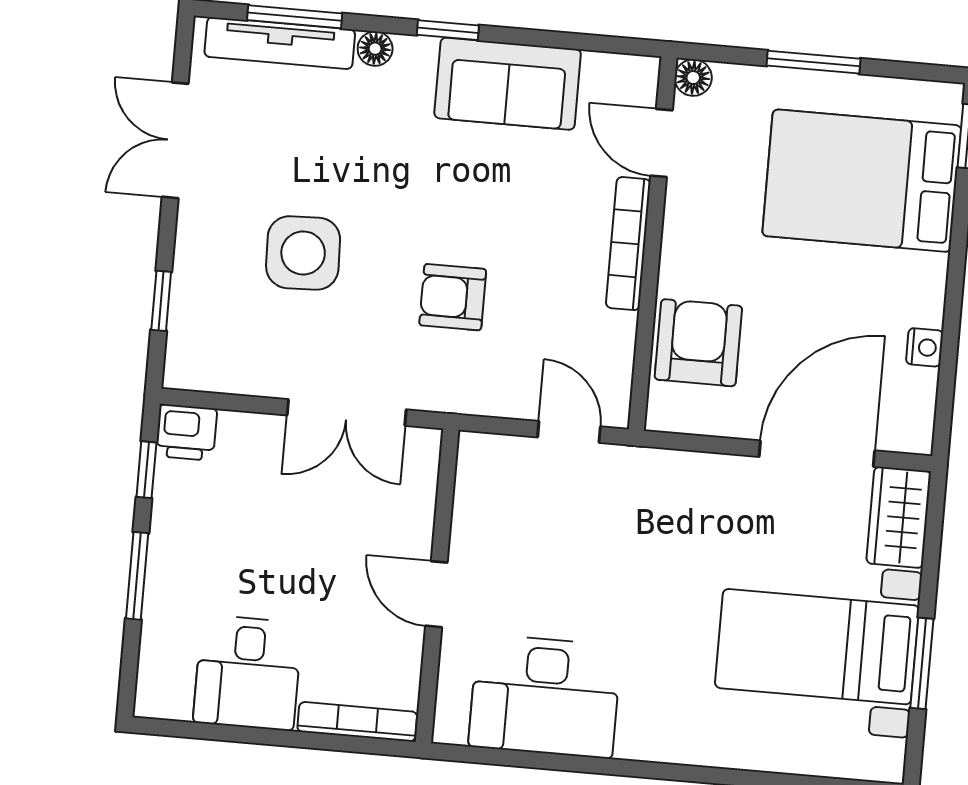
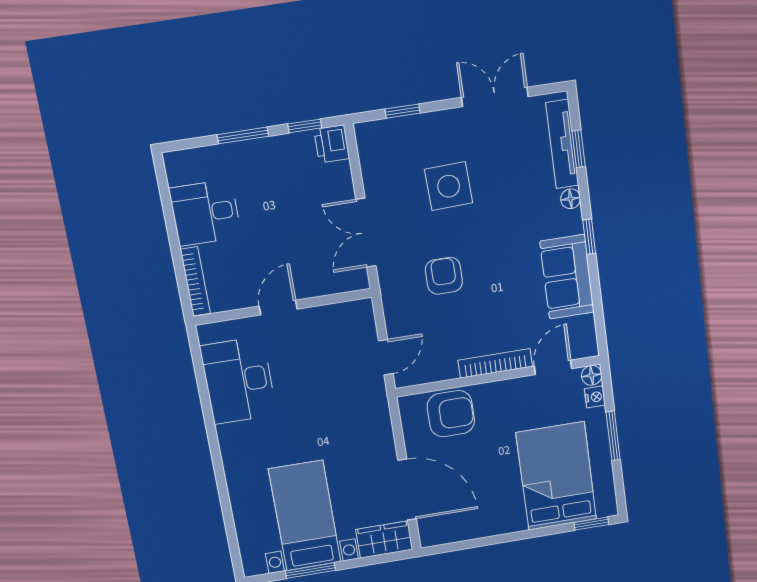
window: (295, 17) -> (579, 149), width x0.67
nightstand: (925, 347) -> (595, 397), moved, turned -90

